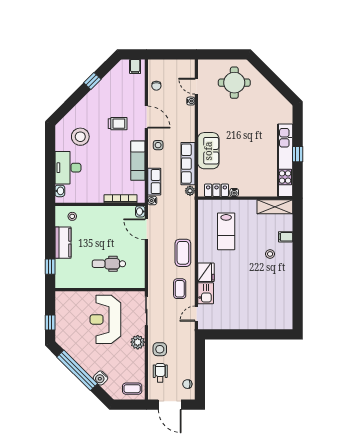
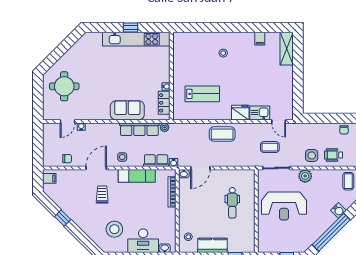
shelving: (275, 207) -> (287, 49), moved
filing cabinet: (286, 237) -> (260, 39), moved
coffee table: (180, 289) -> (270, 147), moved

